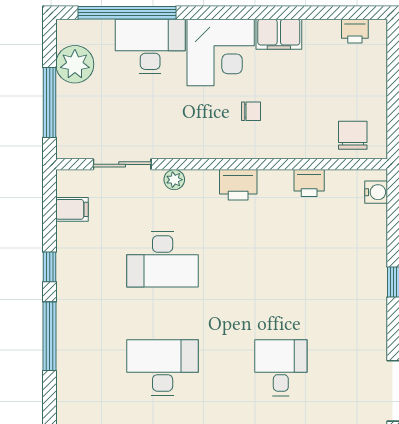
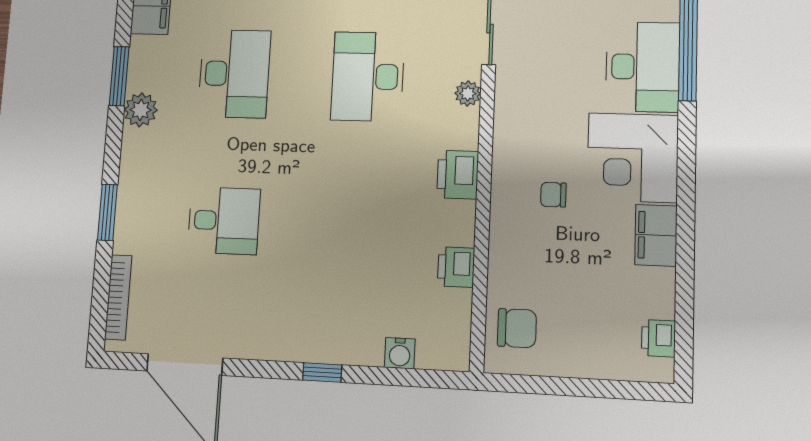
chair: (251, 111) -> (553, 195), turned 90
water cooler: (376, 192) -> (400, 353), moved

